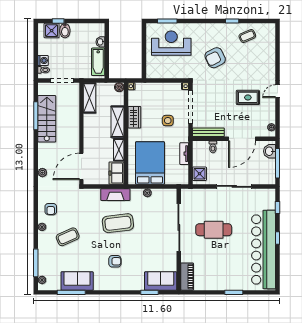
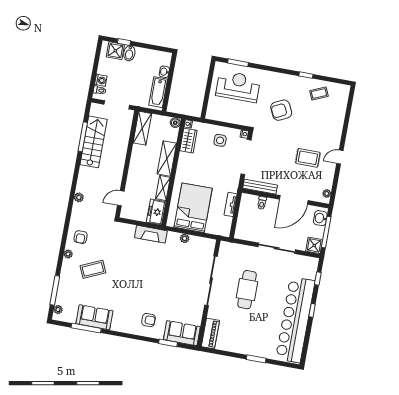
wardrobe: (134, 117) -> (188, 141), moved
side table: (168, 121) -> (220, 140), moved
door: (81, 166) -> (121, 198), width x0.53
shower: (199, 174) -> (314, 245), moved
coffee table: (118, 223) -> (148, 265), removed
cafe table: (214, 230) -> (247, 290), turned 90
armchair: (115, 261) -> (148, 320), moved

